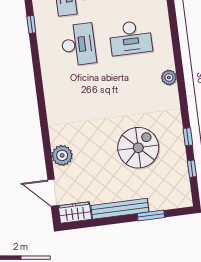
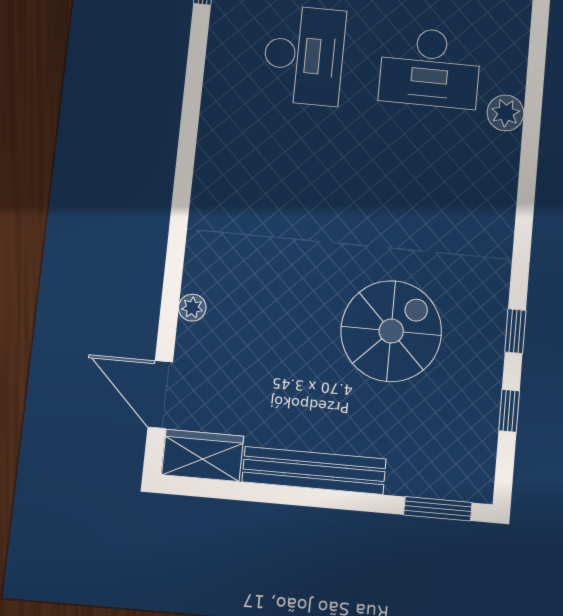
plant: (169, 77) -> (505, 113), moved
plant: (62, 155) -> (192, 308), width x0.53, depth x0.53
window: (151, 215) -> (438, 509), moved

